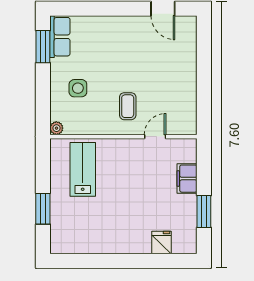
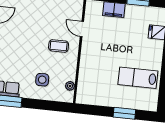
plant: (56, 128) -> (70, 86), moved
lab bench: (83, 169) -> (138, 78), moved

